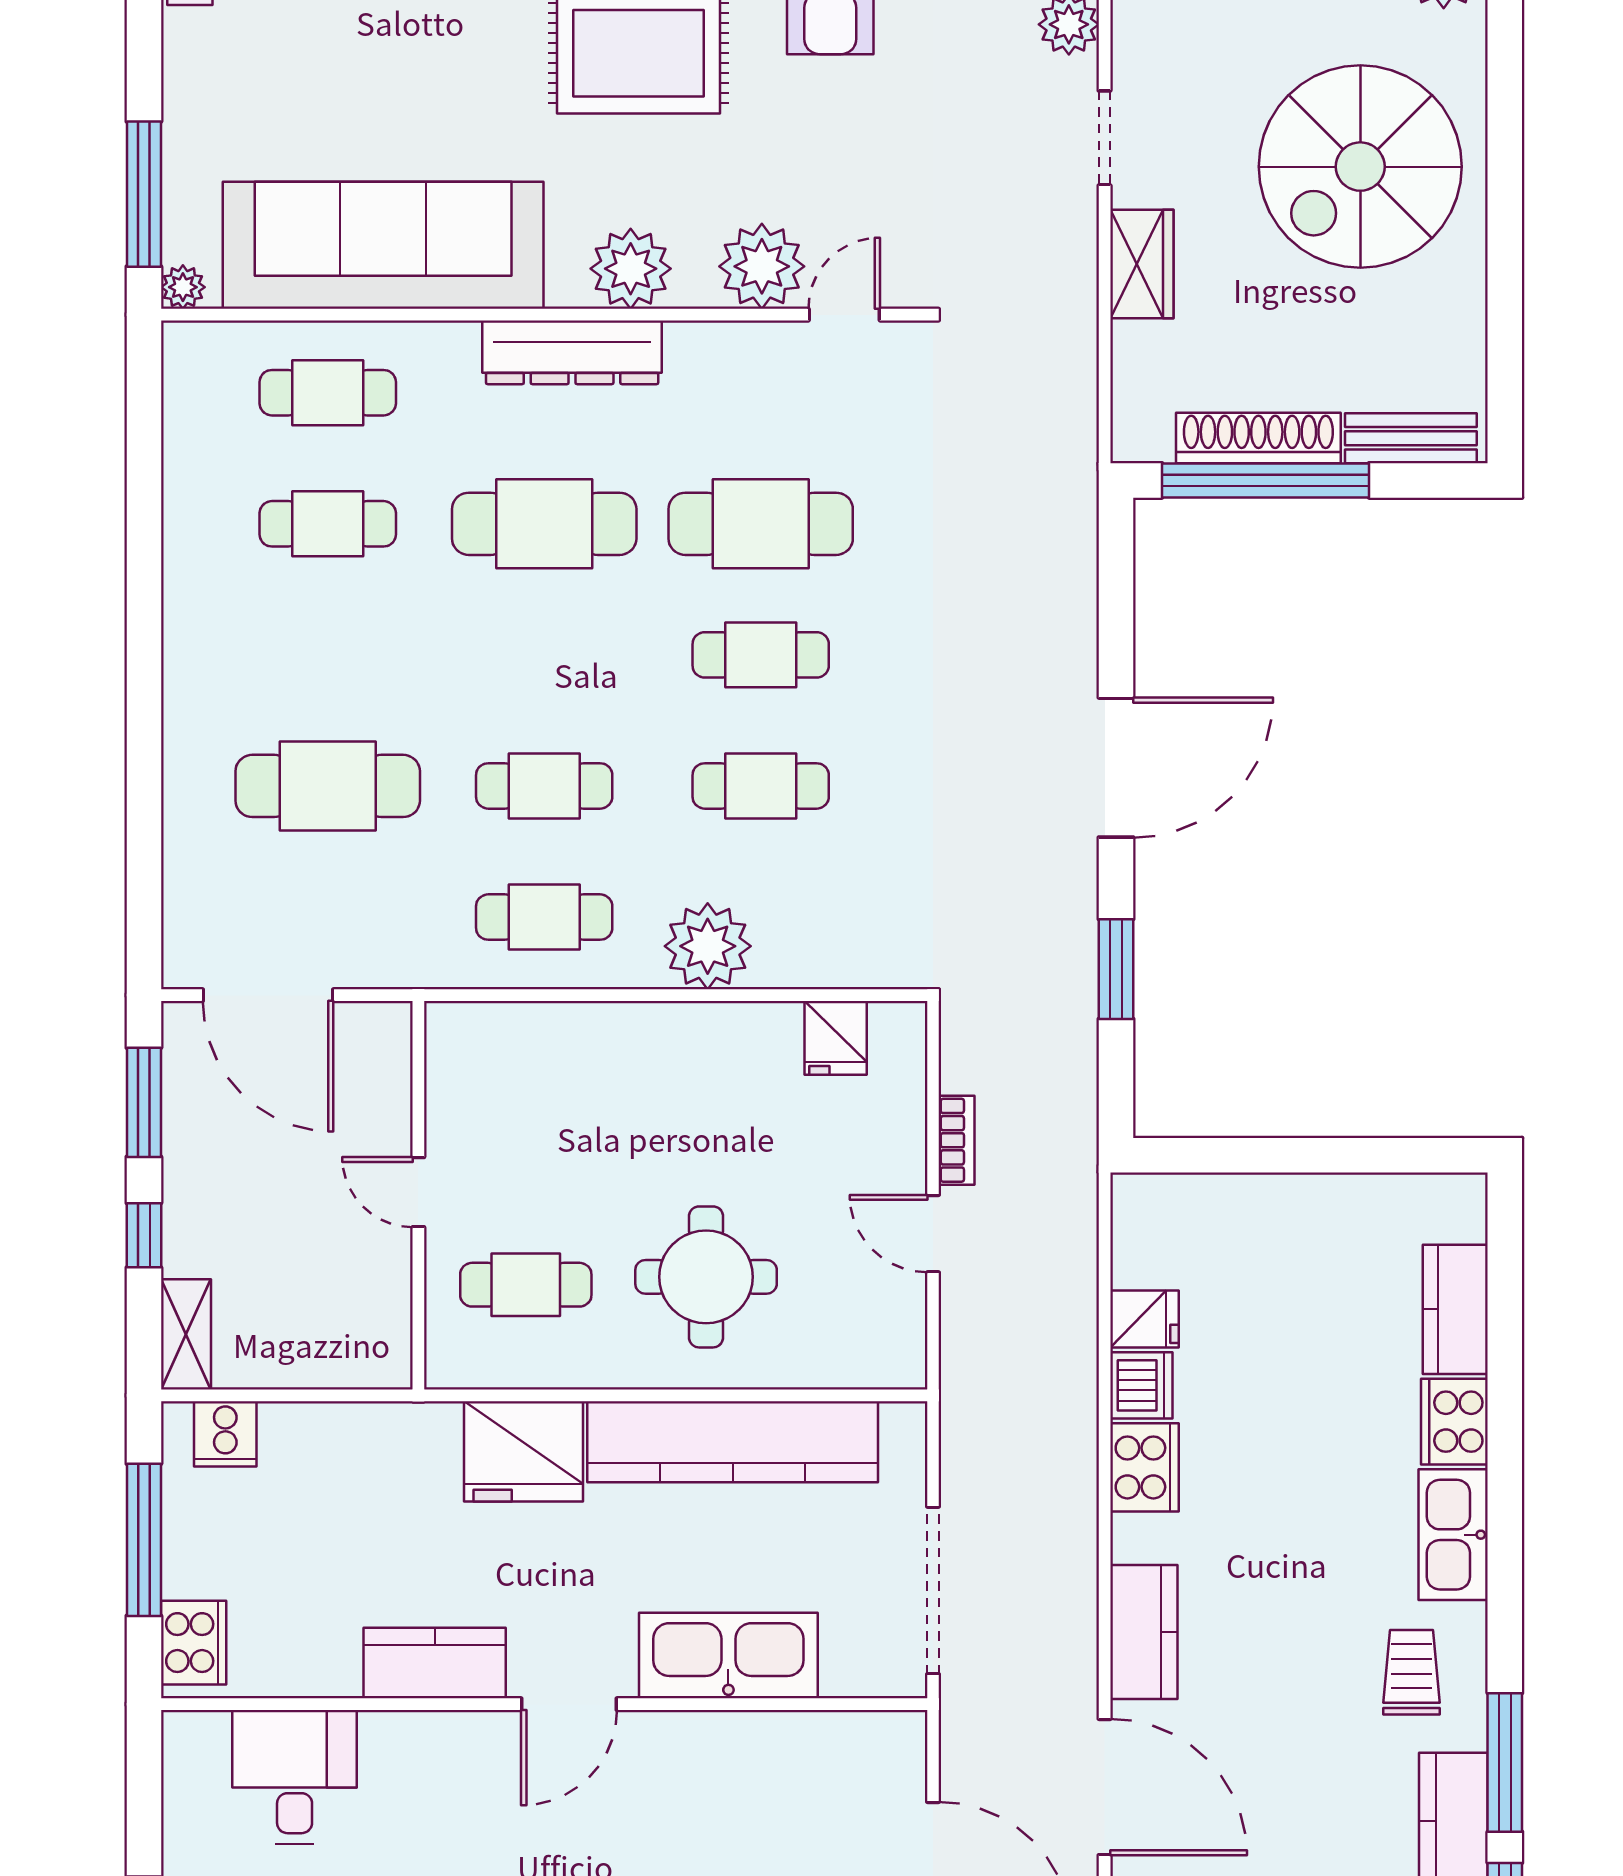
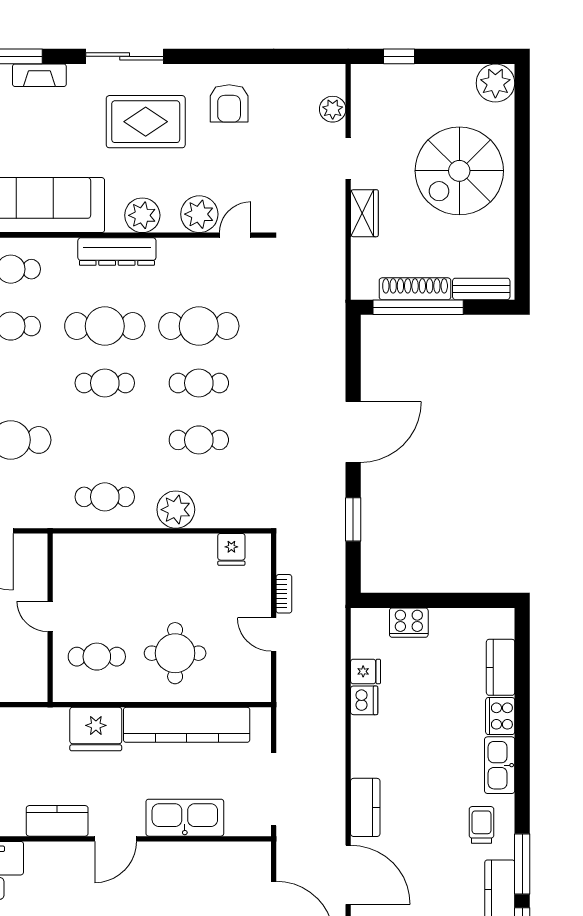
cafe table: (544, 786) -> (105, 383), moved
cooker: (1144, 1467) -> (409, 623), moved, turned 90

